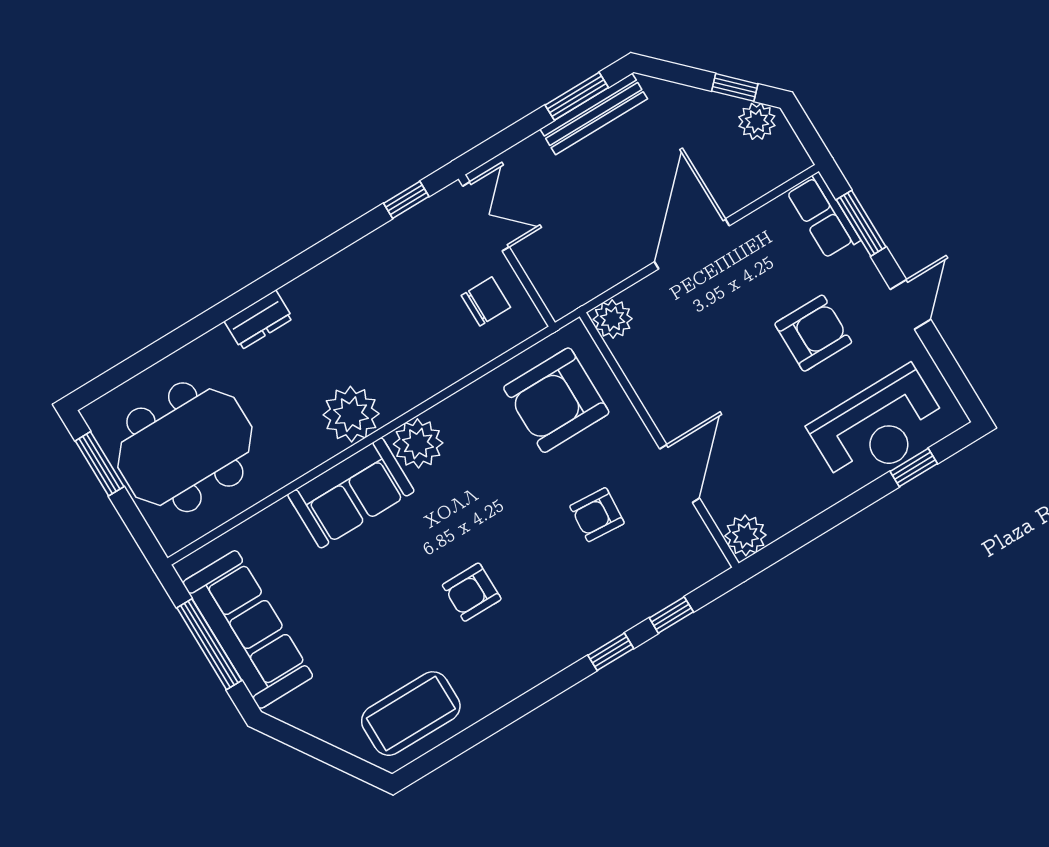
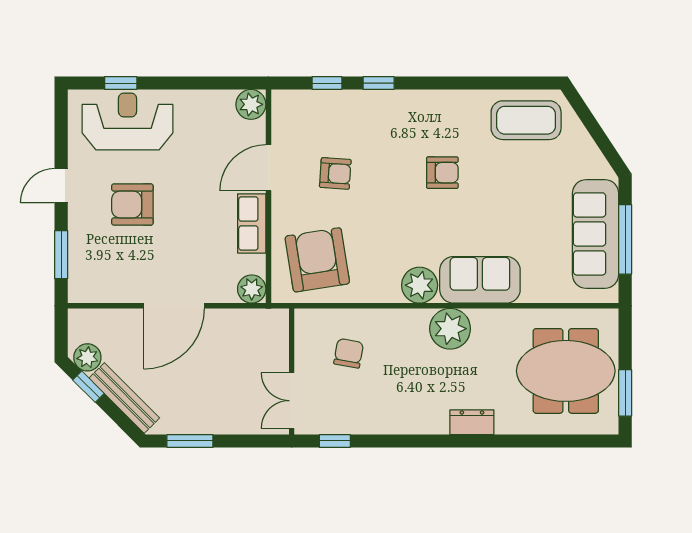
bench: (594, 114) -> (124, 398), moved, turned 45
row of seats: (823, 216) -> (252, 223), moved, turned 180
chair: (486, 301) -> (349, 353), moved, turned 100
armchair: (556, 400) -> (317, 260), turned -99

